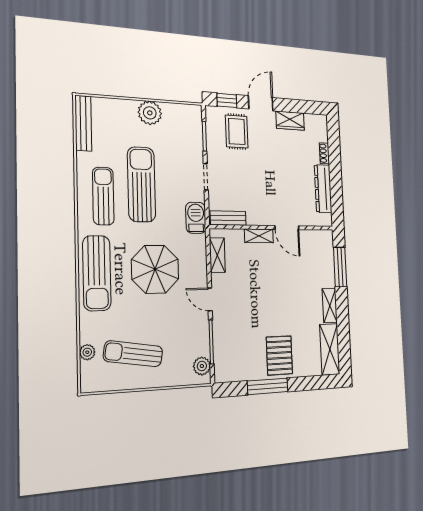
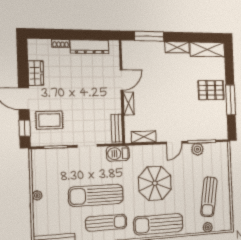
plant: (150, 113) -> (37, 195), width x0.53, depth x0.53
sun lounger: (103, 196) -> (106, 223), turned 180
sun lounger: (97, 273) -> (158, 224), turned 180
plant: (202, 366) -> (197, 149), moved

